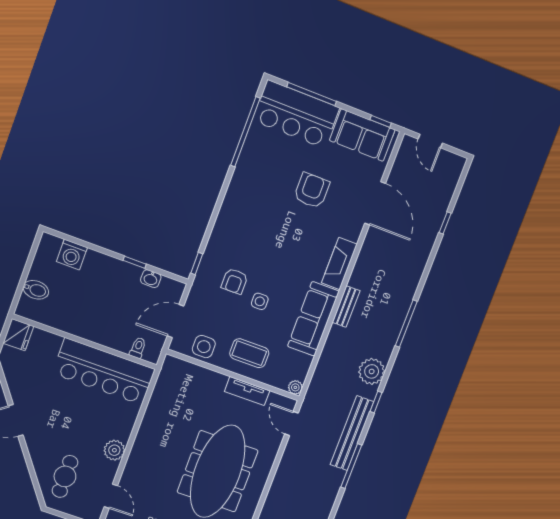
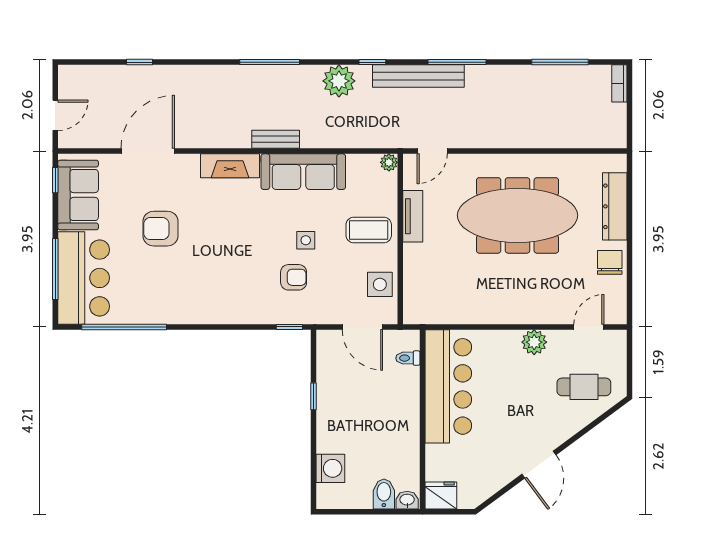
washbasin: (151, 279) -> (407, 500), moved, turned -90
coffee table: (249, 353) -> (369, 230), turned 90

